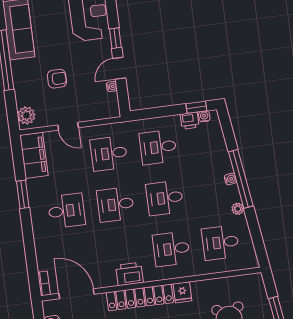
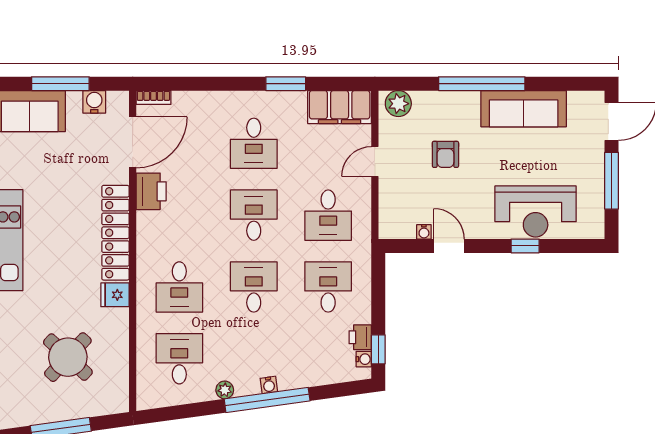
window: (115, 38) -> (525, 246), moved
desk: (109, 154) -> (328, 215), turned 180
desk: (171, 249) -> (179, 287), turned 180
printer: (129, 274) -> (151, 191), moved

